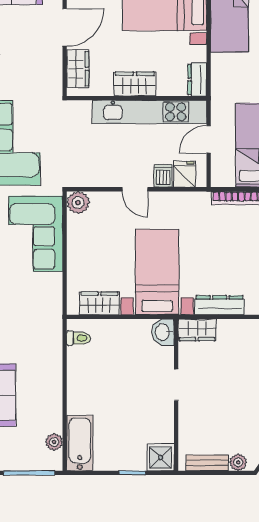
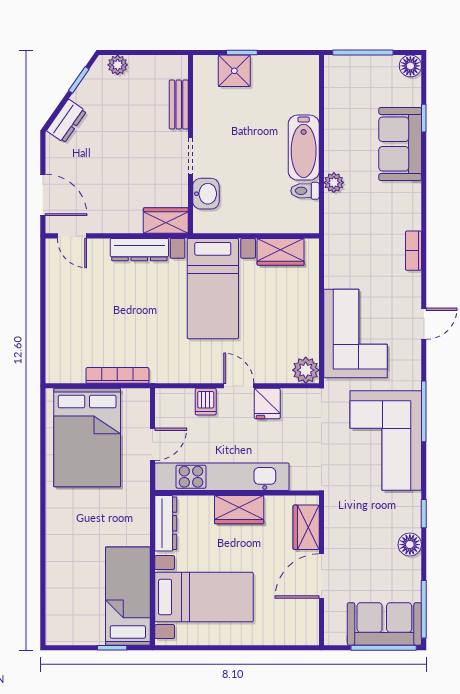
dresser: (197, 79) -> (166, 523), width x1.44
fridge: (185, 174) -> (267, 404), moved
washbasin: (163, 332) -> (206, 194), moved
toilet: (79, 338) -> (305, 191), moved
plant: (54, 442) -> (334, 183), moved
bathtub: (80, 443) -> (304, 148), moved
shower: (161, 457) -> (234, 71), moved
bench: (207, 463) -> (179, 104), moved, turned 90

